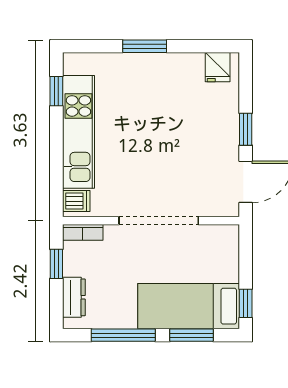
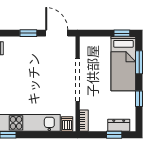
window: (56, 264) -> (114, 135), moved
window: (123, 335) -> (139, 99), width x0.46

